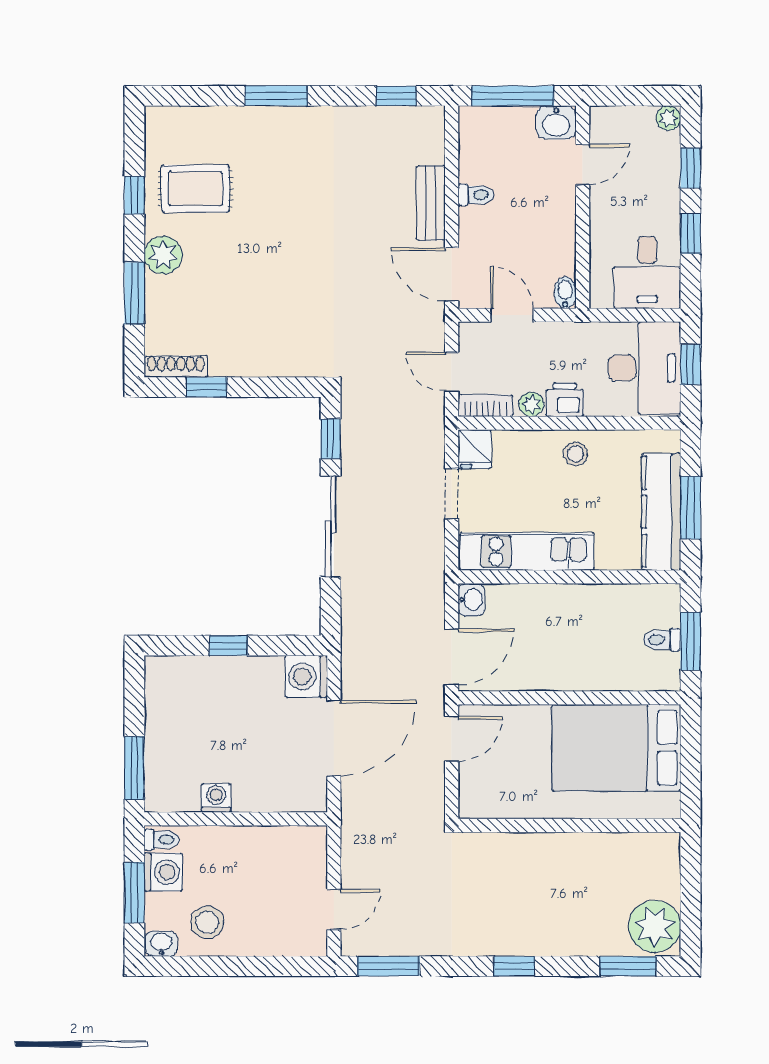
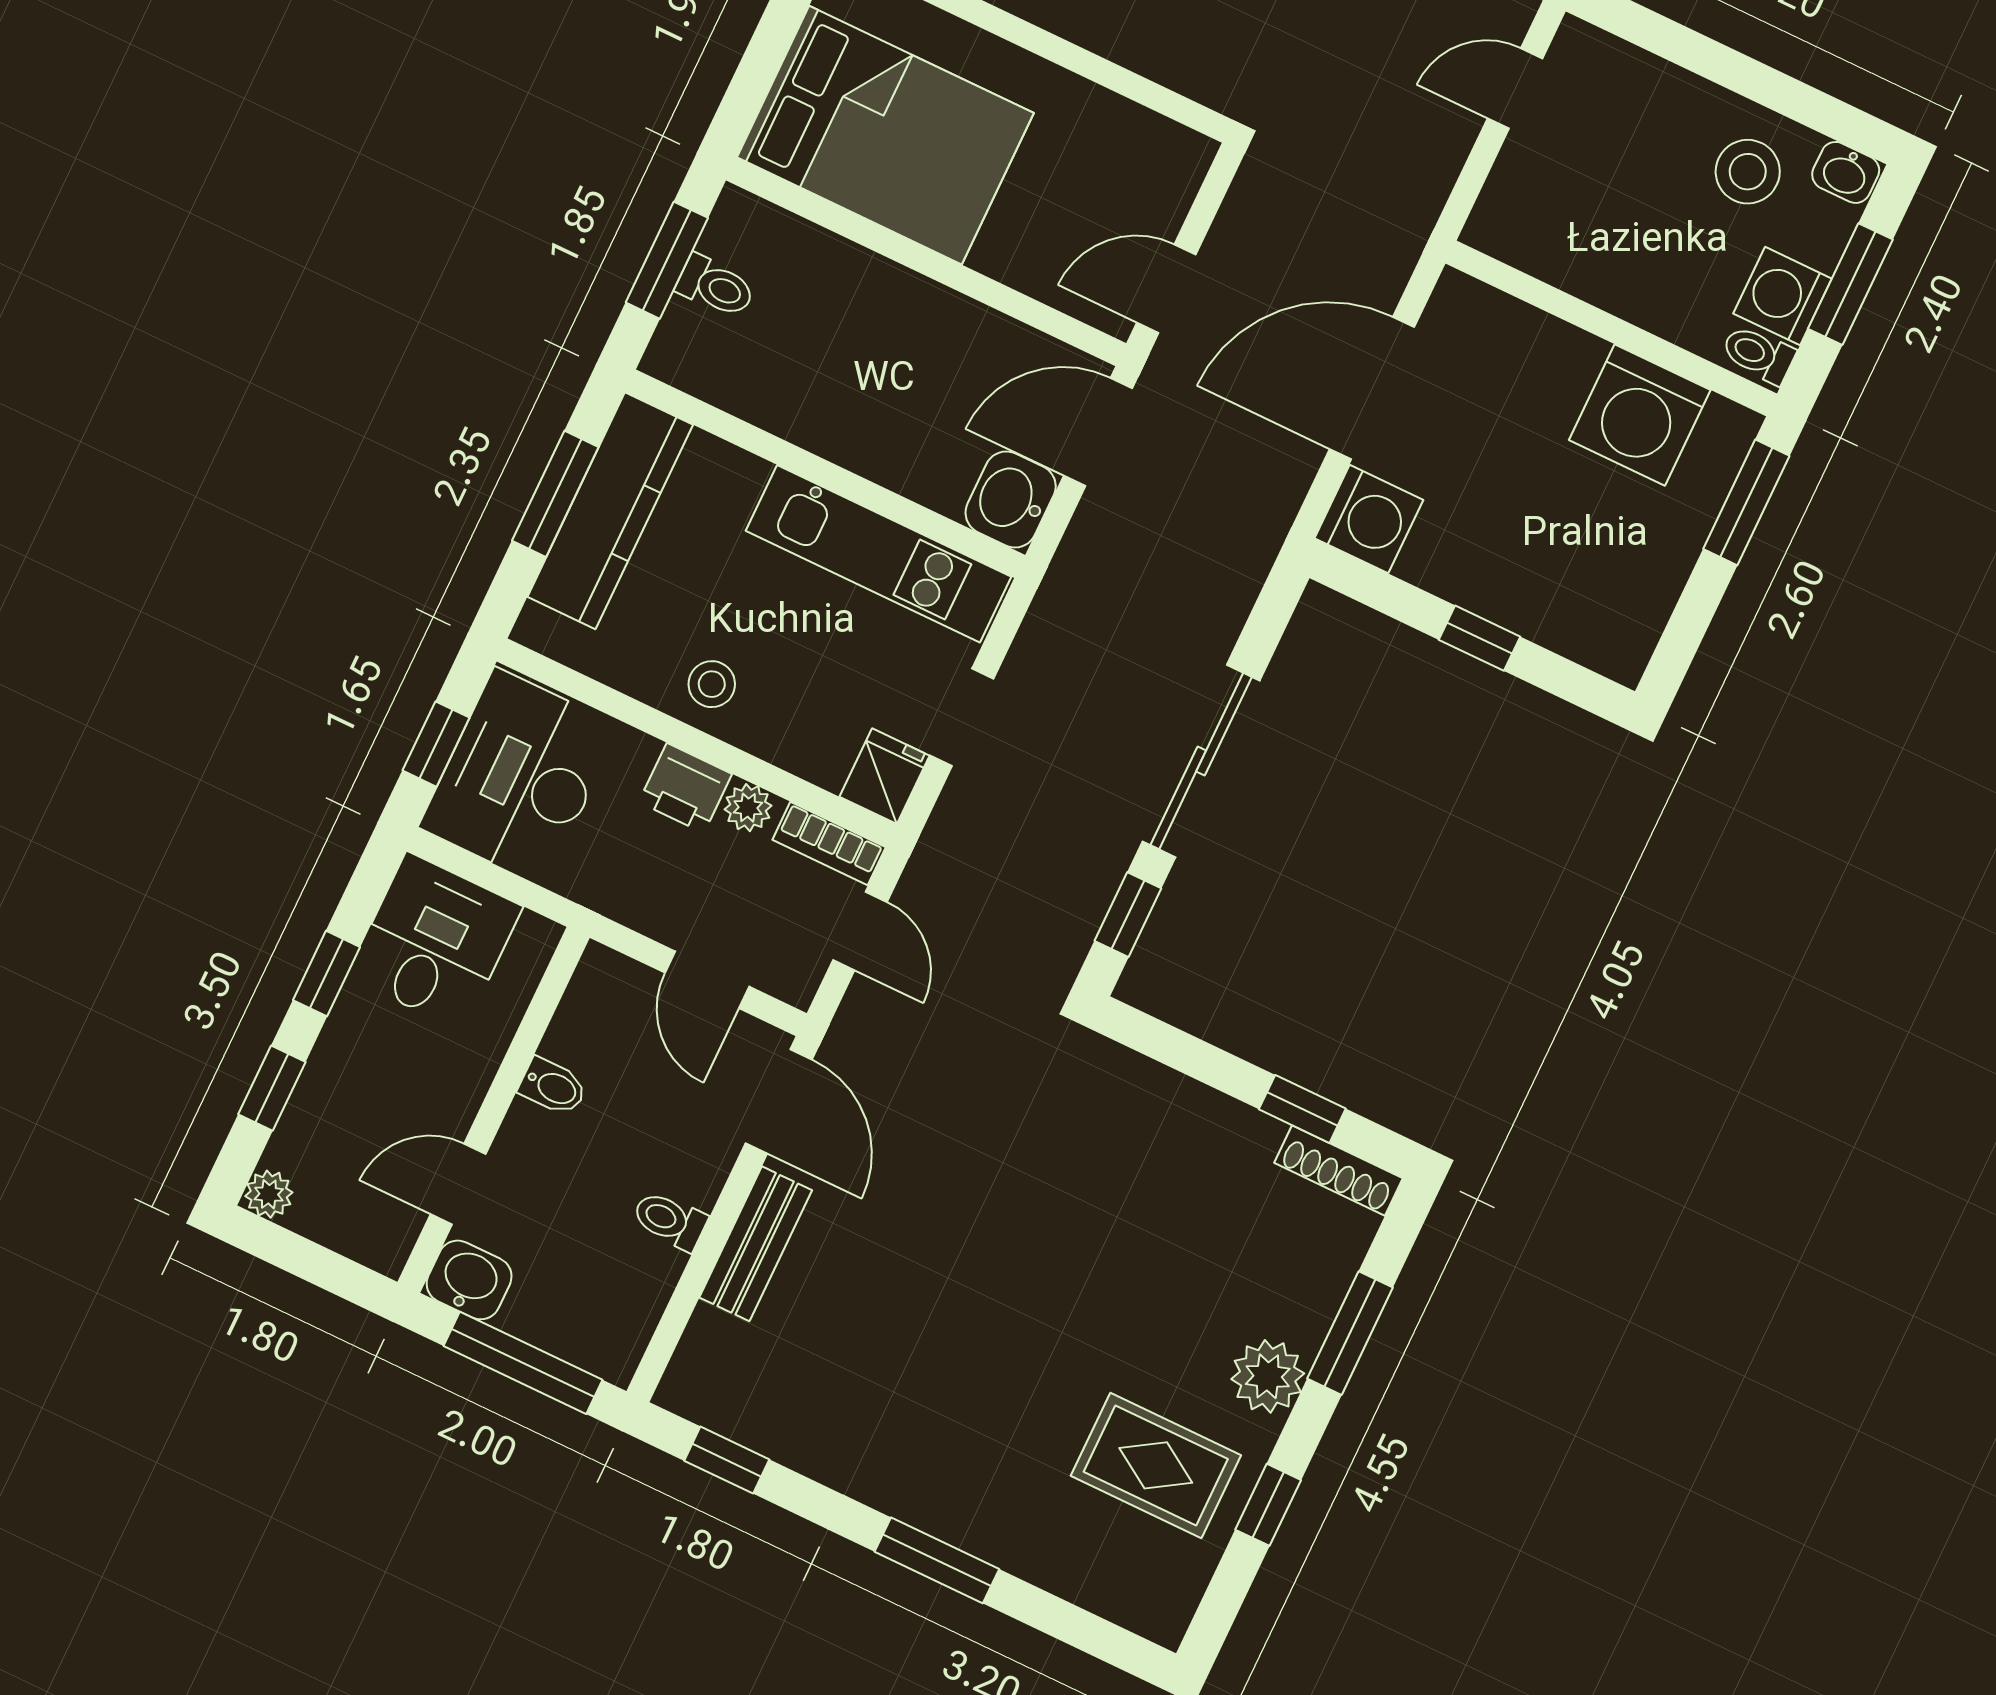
bidet: (565, 293) -> (553, 1087), moved, turned -90
washbasin: (471, 600) -> (1011, 499), width x1.38, depth x1.45
washing machine: (216, 798) -> (1640, 415), width x1.89, depth x1.89

